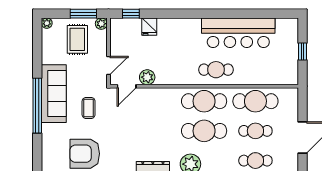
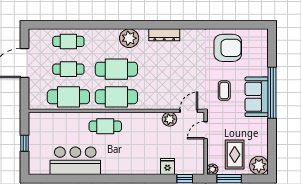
plant: (47, 23) -> (259, 165), width x1.87, depth x1.87
bar counter: (238, 33) -> (75, 161), width x0.73
sofa: (54, 94) -> (257, 97), width x0.73

